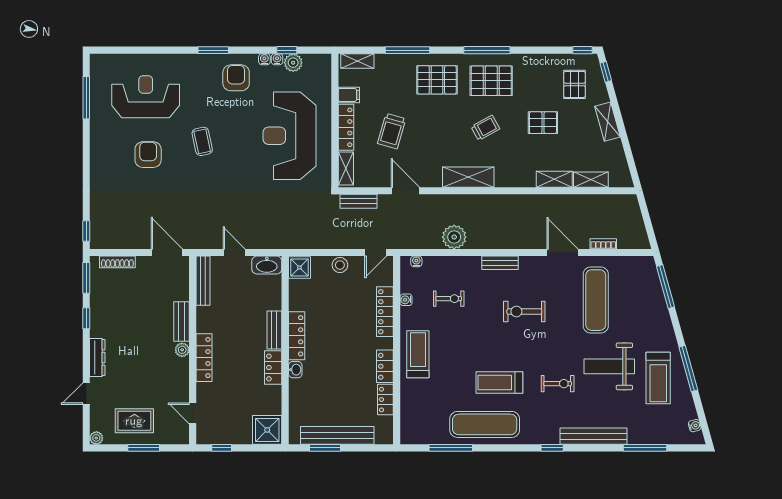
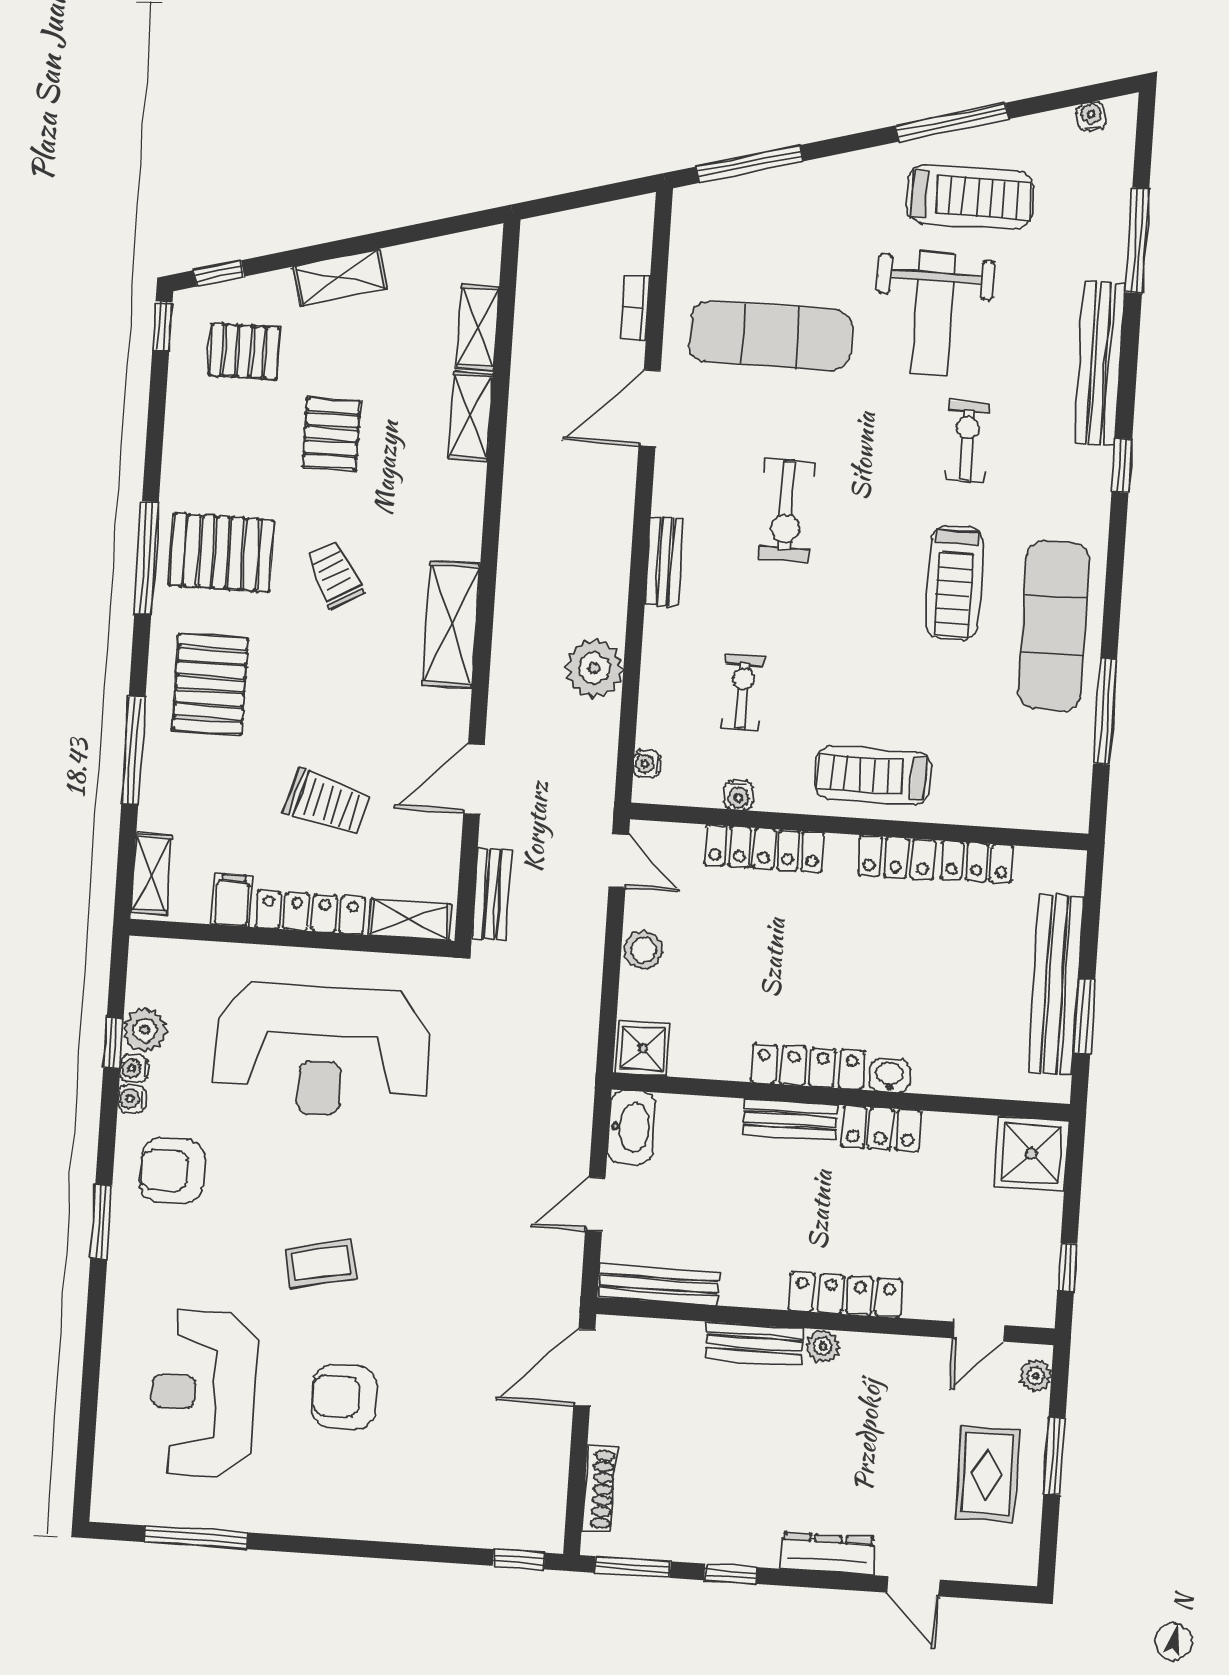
pallet: (491, 81) -> (221, 553), turned 90
plant: (96, 438) -> (1036, 1376), moved

